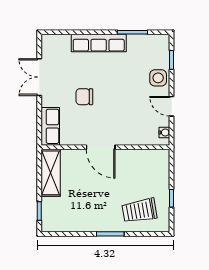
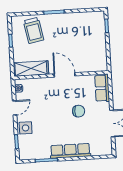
door: (172, 106) -> (15, 108), hinge flipped
shelving: (51, 173) -> (31, 69), moved, turned 90
trolley: (139, 211) -> (34, 30), turned 89

